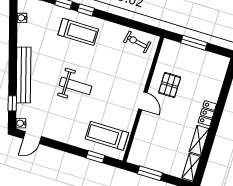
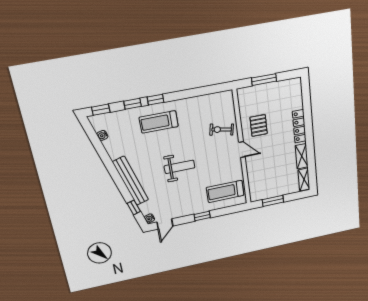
treadmill: (78, 32) -> (159, 122), turned 180
exercise bike: (137, 42) -> (222, 130), moved
locker: (207, 113) -> (299, 126), width x1.53
window: (95, 157) -> (202, 216), moved

